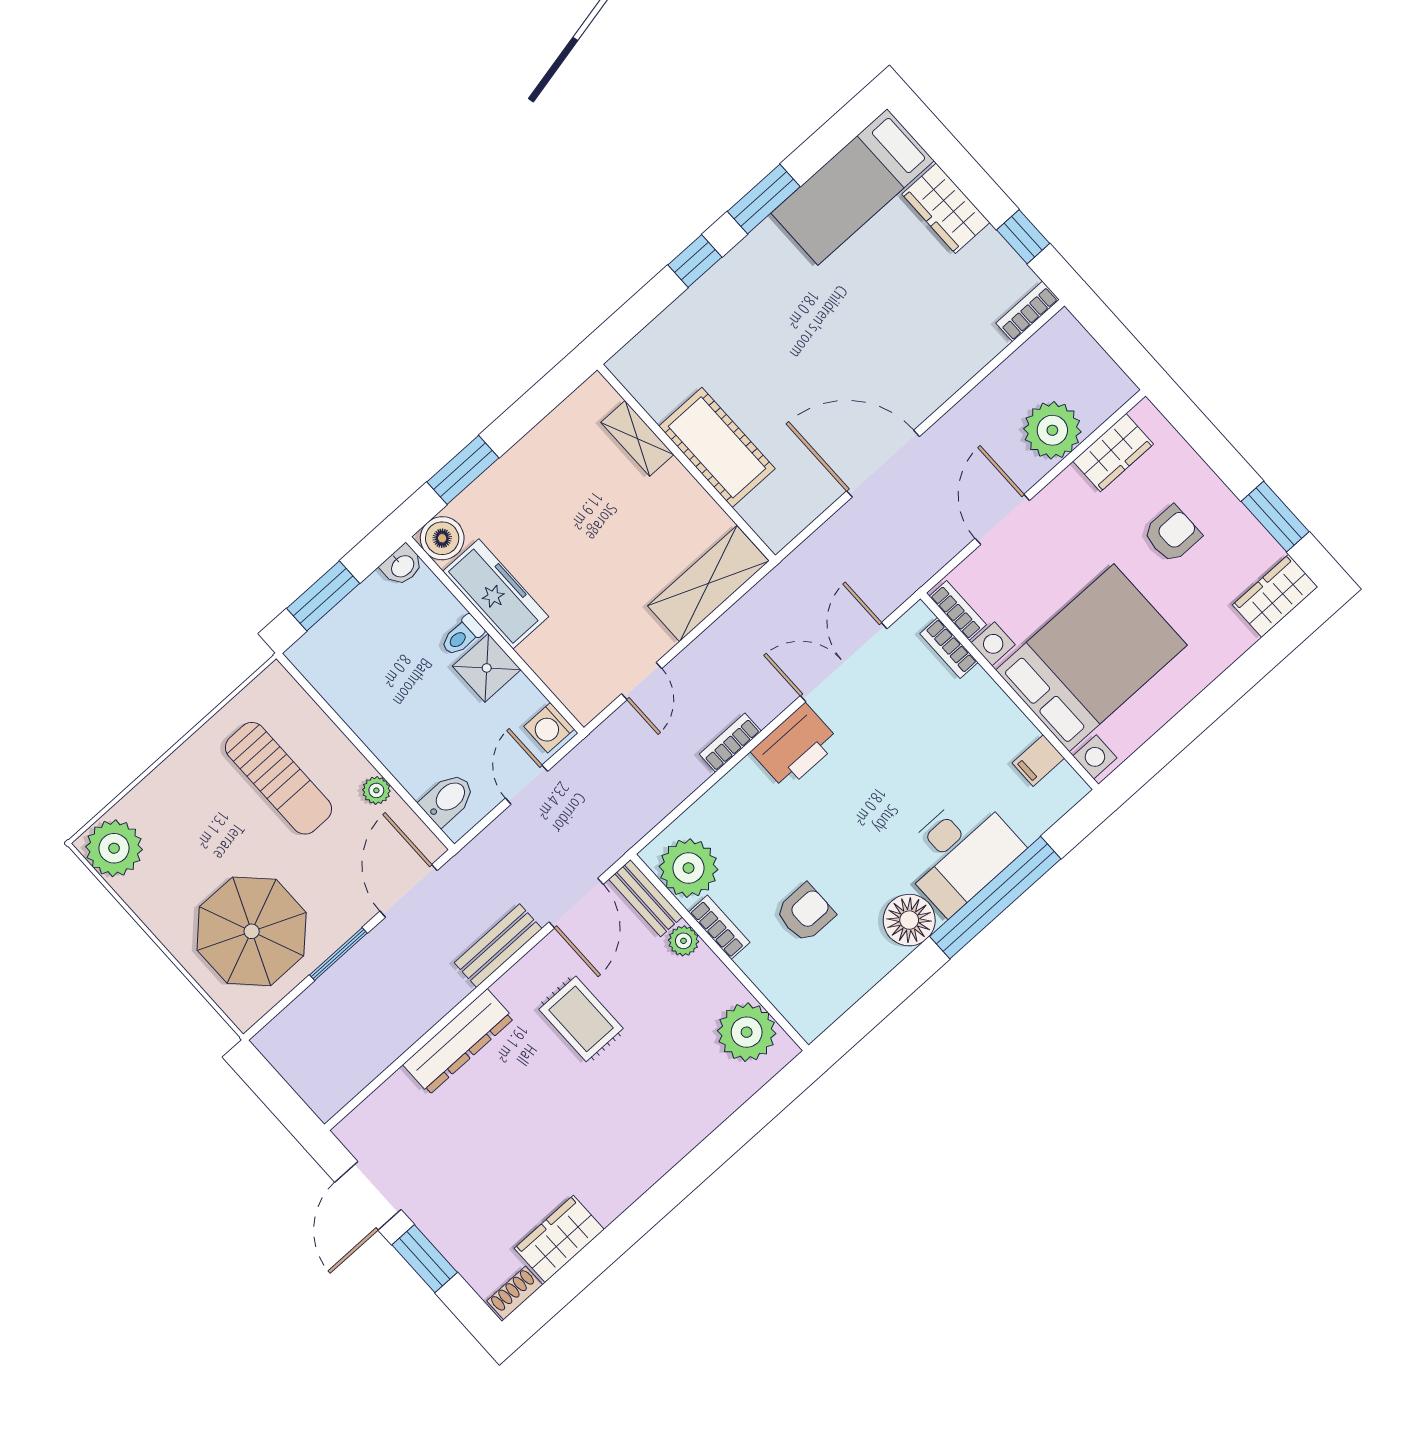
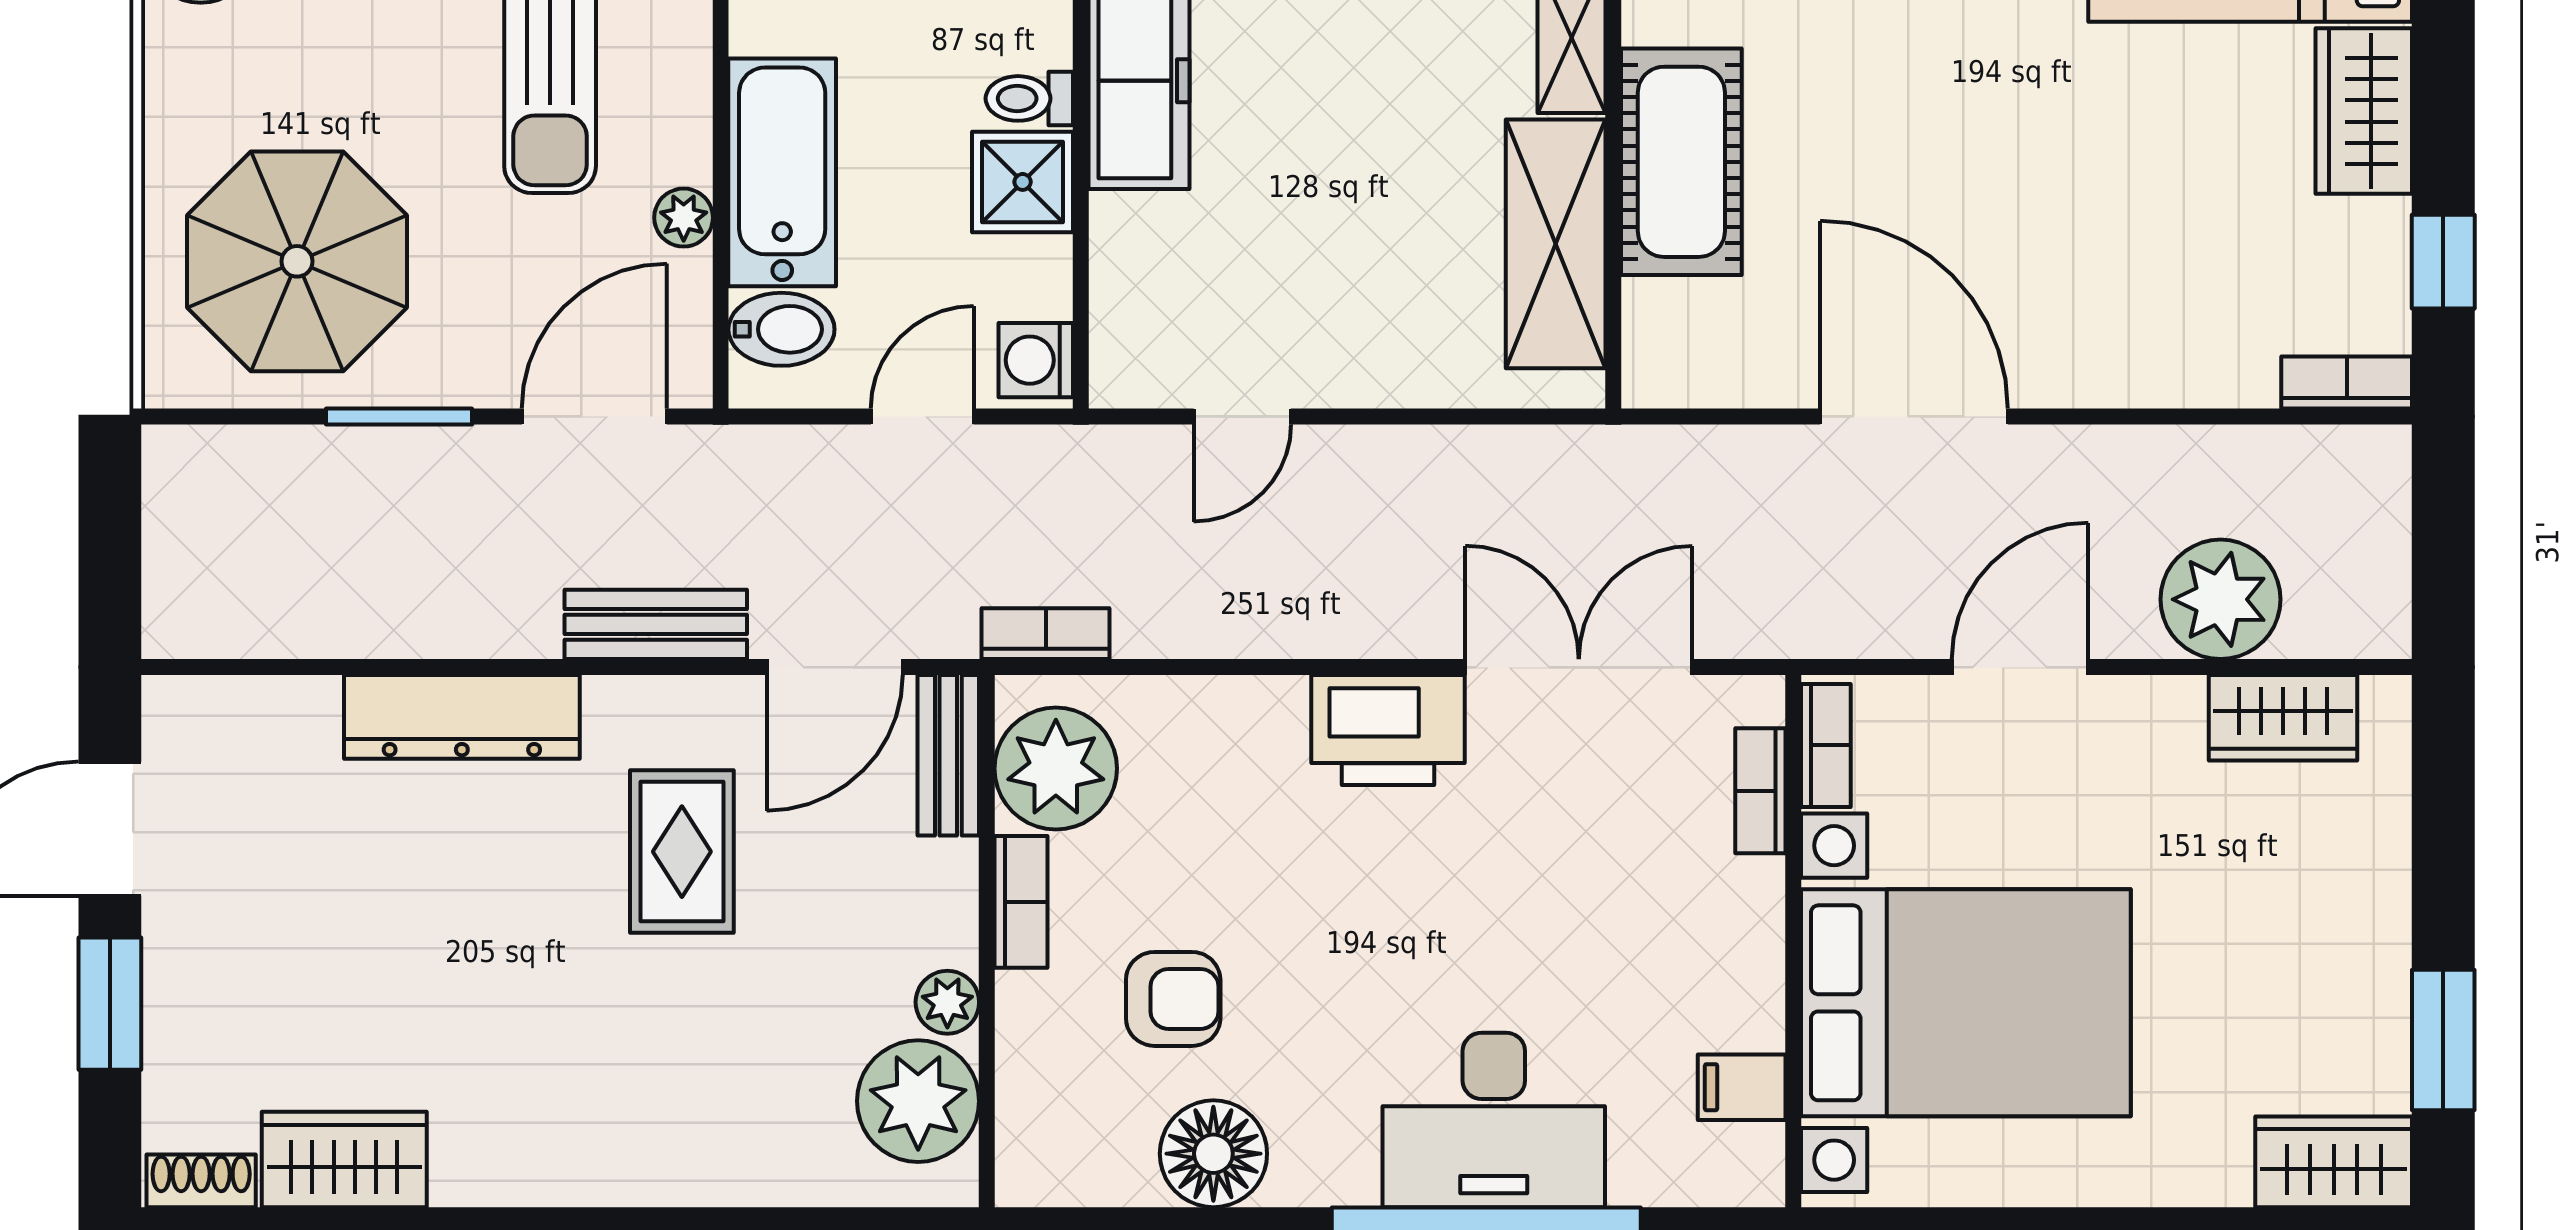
armchair: (1172, 534) -> (2261, 924), removed
shelving: (708, 584) -> (1556, 244), moved, turned 90
bathtub: (397, 742) -> (782, 172), added
bookcase: (730, 743) -> (1046, 634), moved
floor lamp: (909, 920) -> (1213, 1154), moved
plant: (683, 941) -> (947, 1002), moved

